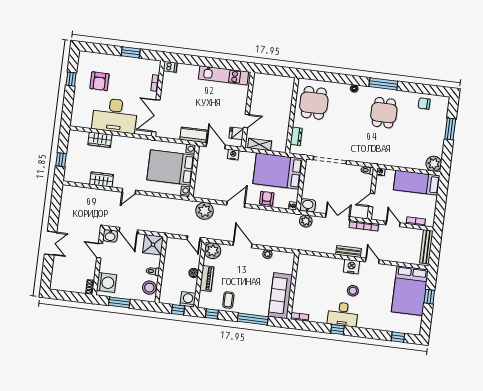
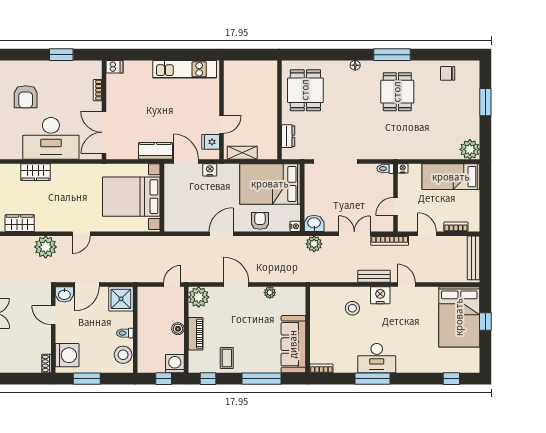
wardrobe: (101, 179) -> (20, 223), moved
plant: (204, 211) -> (46, 247), moved
door: (128, 231) -> (87, 285), hinge flipped
door: (194, 239) -> (172, 285), swing flipped
stool: (353, 291) -> (352, 308), moved
window: (338, 330) -> (372, 379), width x2.17

